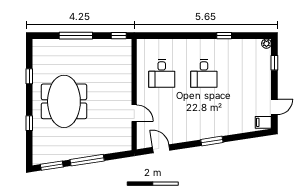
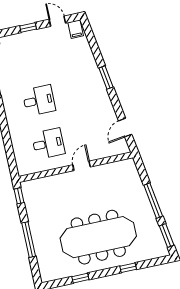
window: (274, 63) -> (28, 28), moved
meeting table: (64, 101) -> (98, 237), width x1.36
door: (134, 113) -> (82, 166), moved

